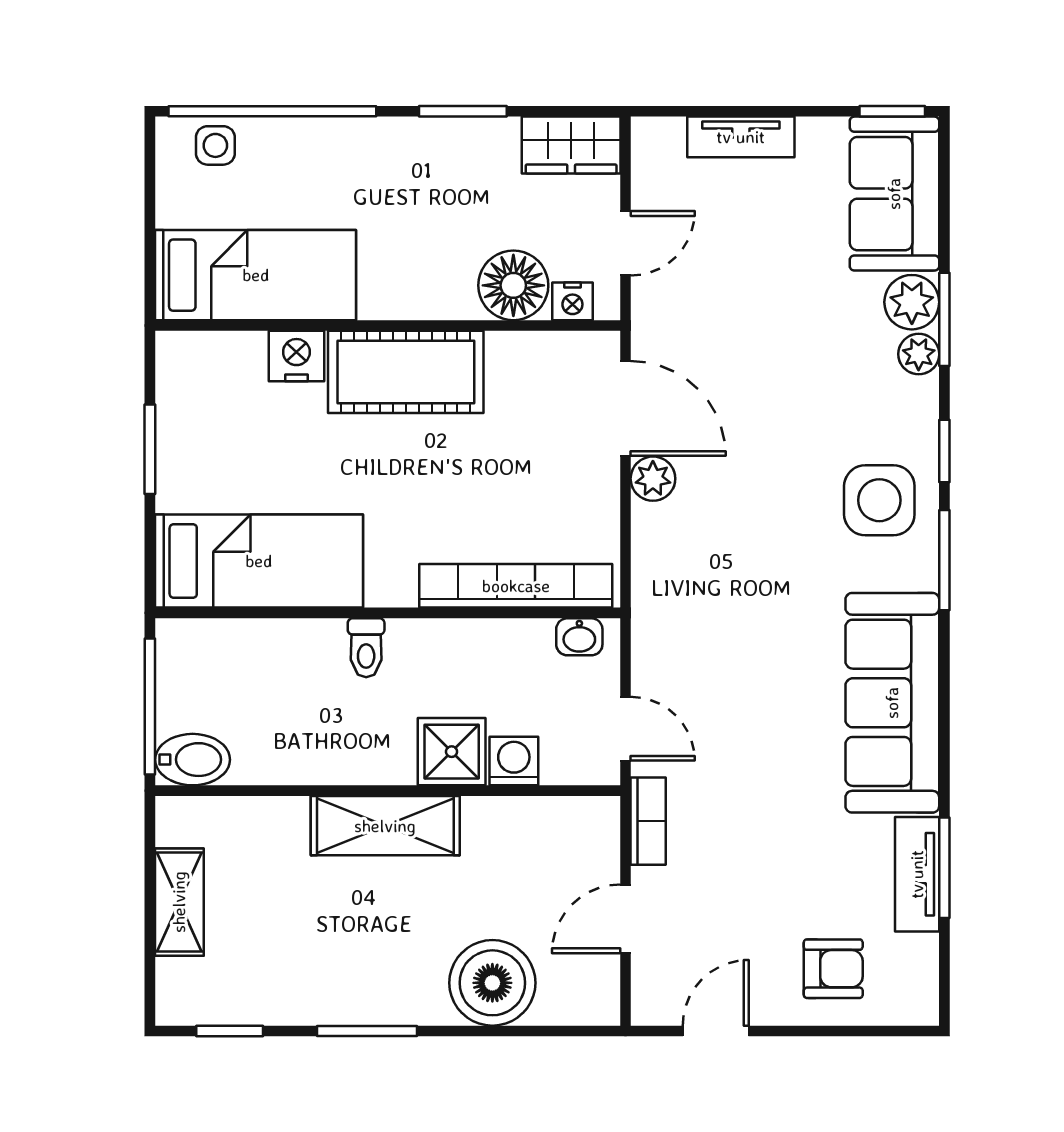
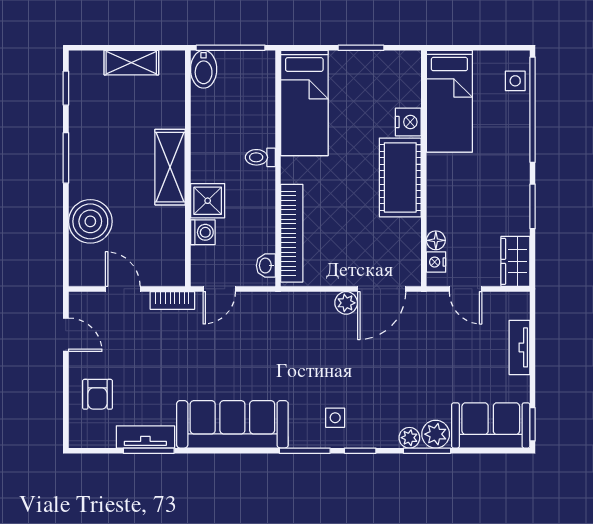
floor lamp: (513, 285) -> (436, 240), width x0.53, depth x0.53
side table: (879, 500) -> (335, 418), width x0.54, depth x0.54

